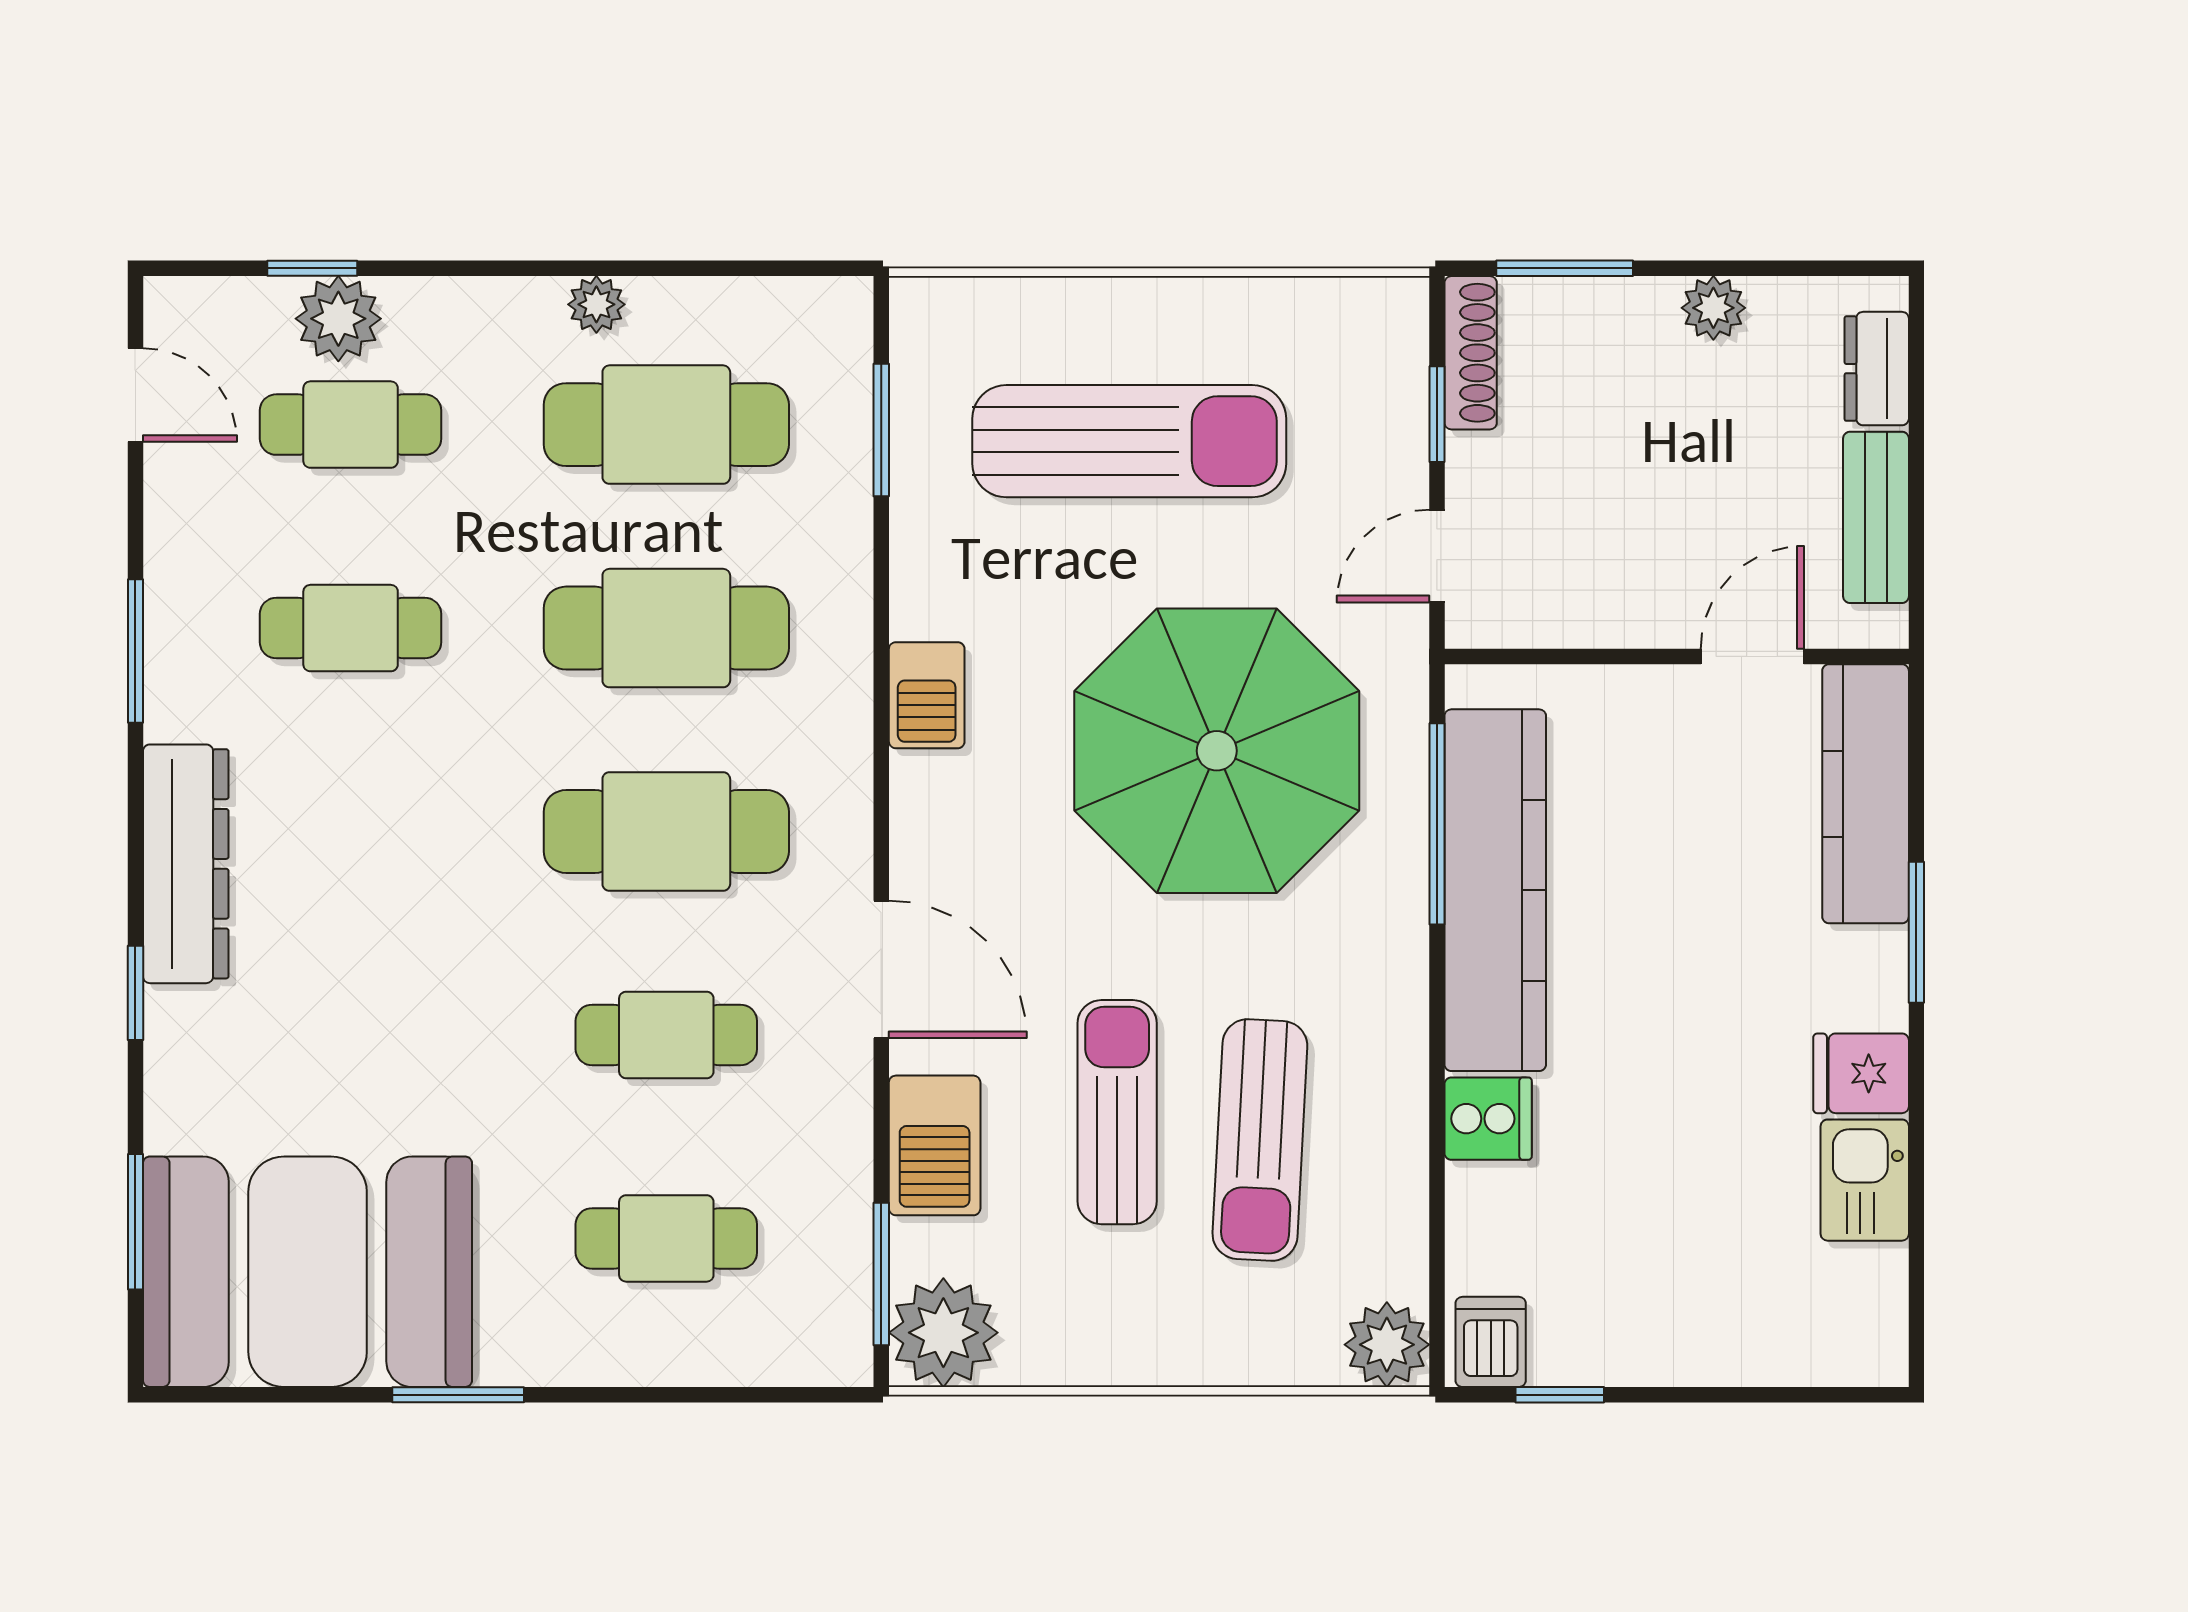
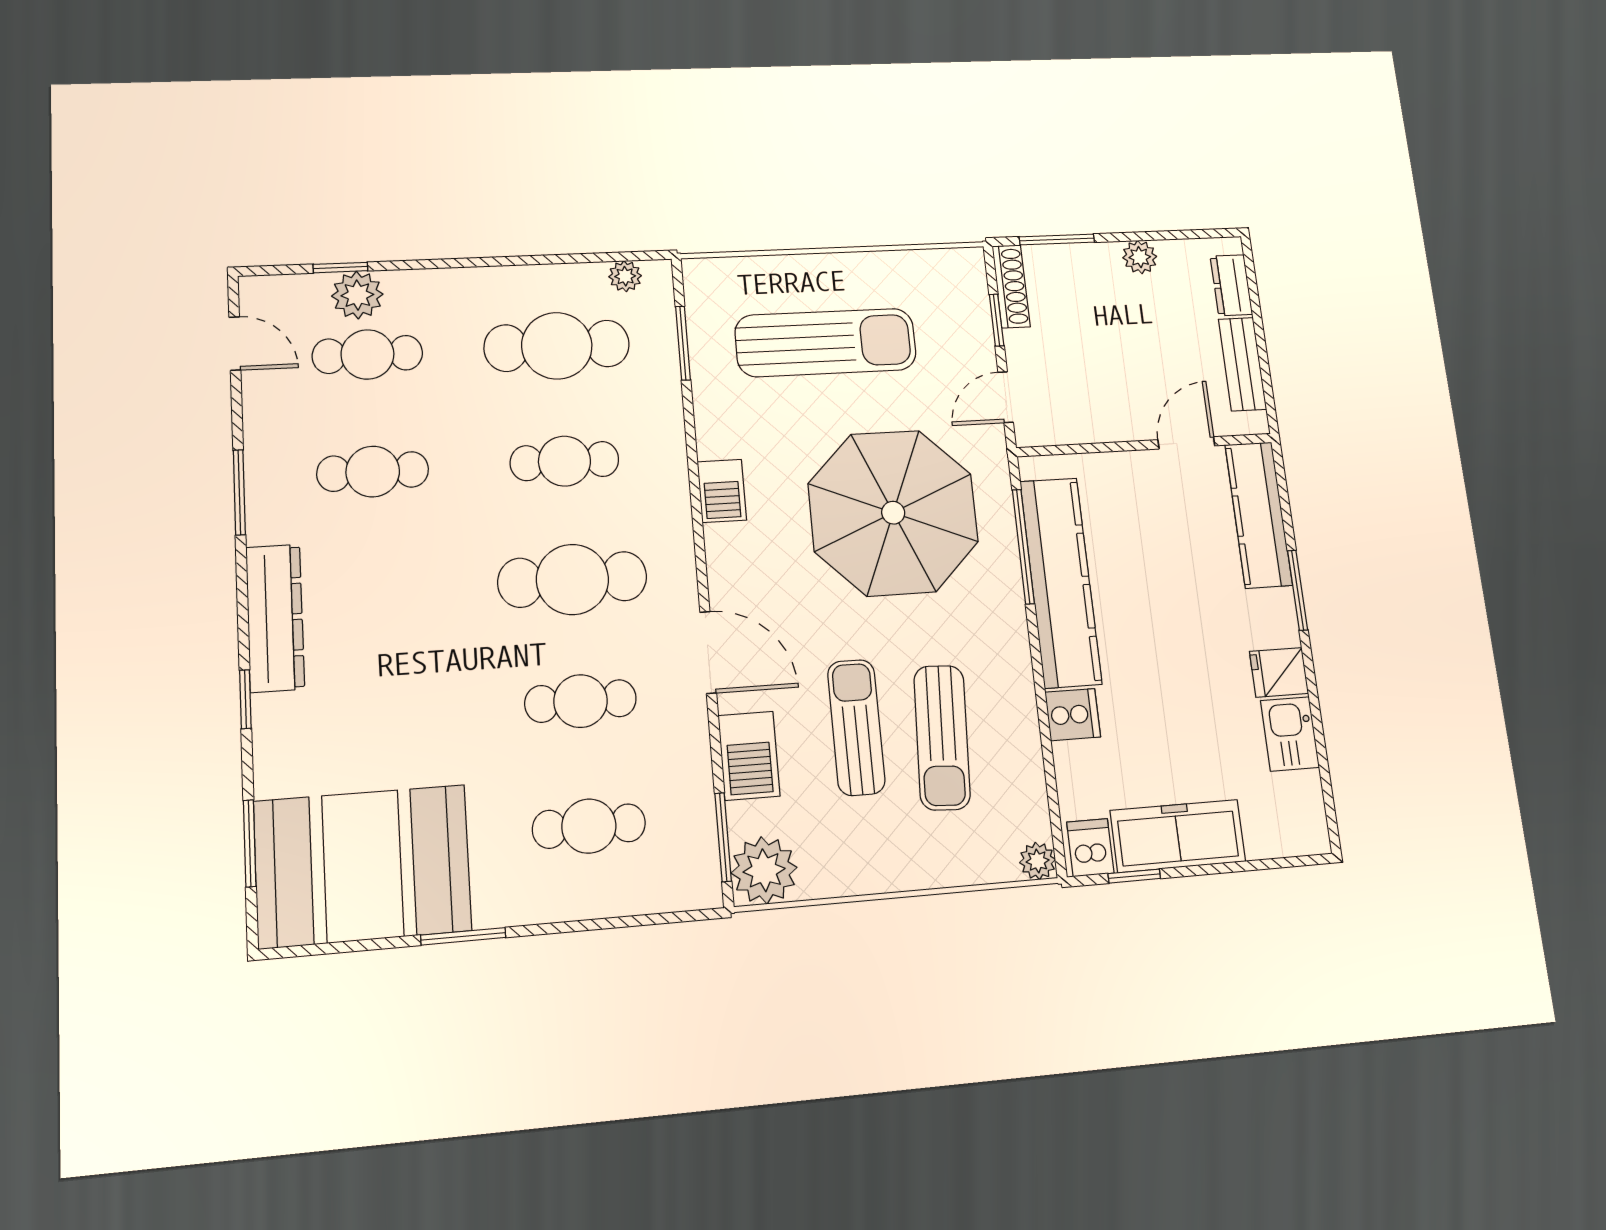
plant: (596, 304) -> (625, 276), moved
cafe table: (666, 628) -> (564, 461), width x0.73, depth x0.74
freezer: (1643, 1335) -> (1178, 836), added
plant: (1387, 1345) -> (1038, 861), width x0.73, depth x0.73

